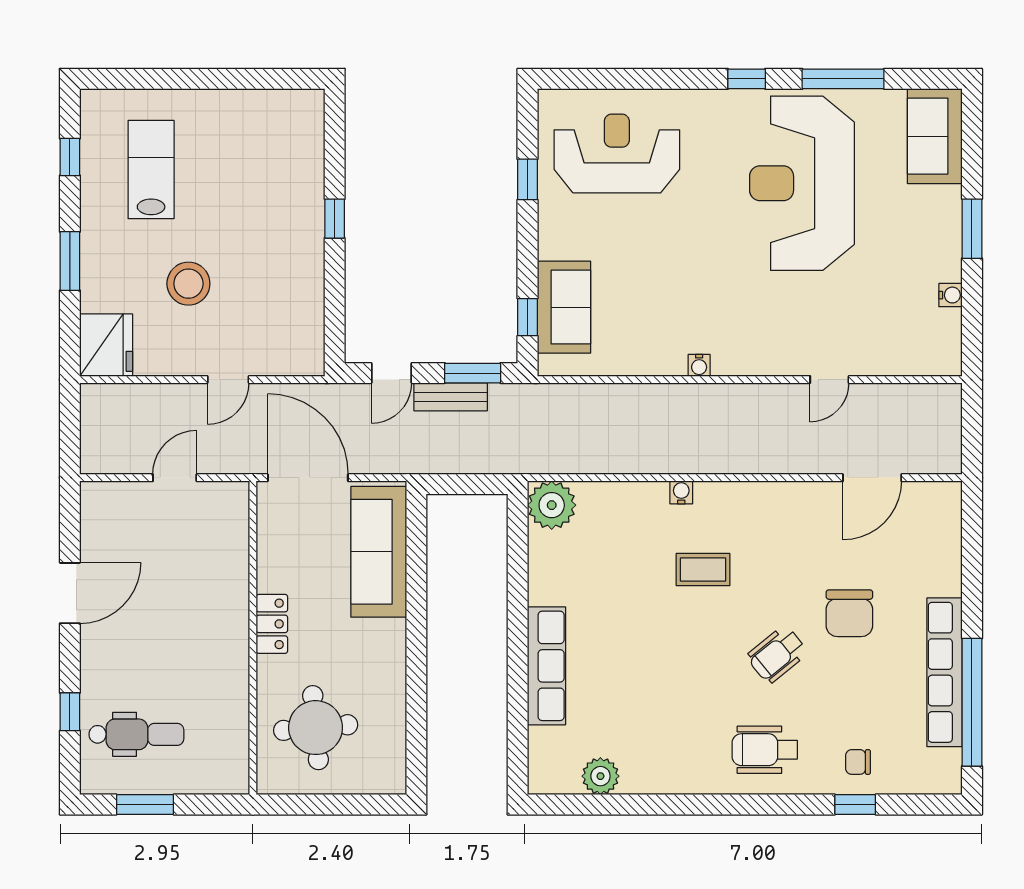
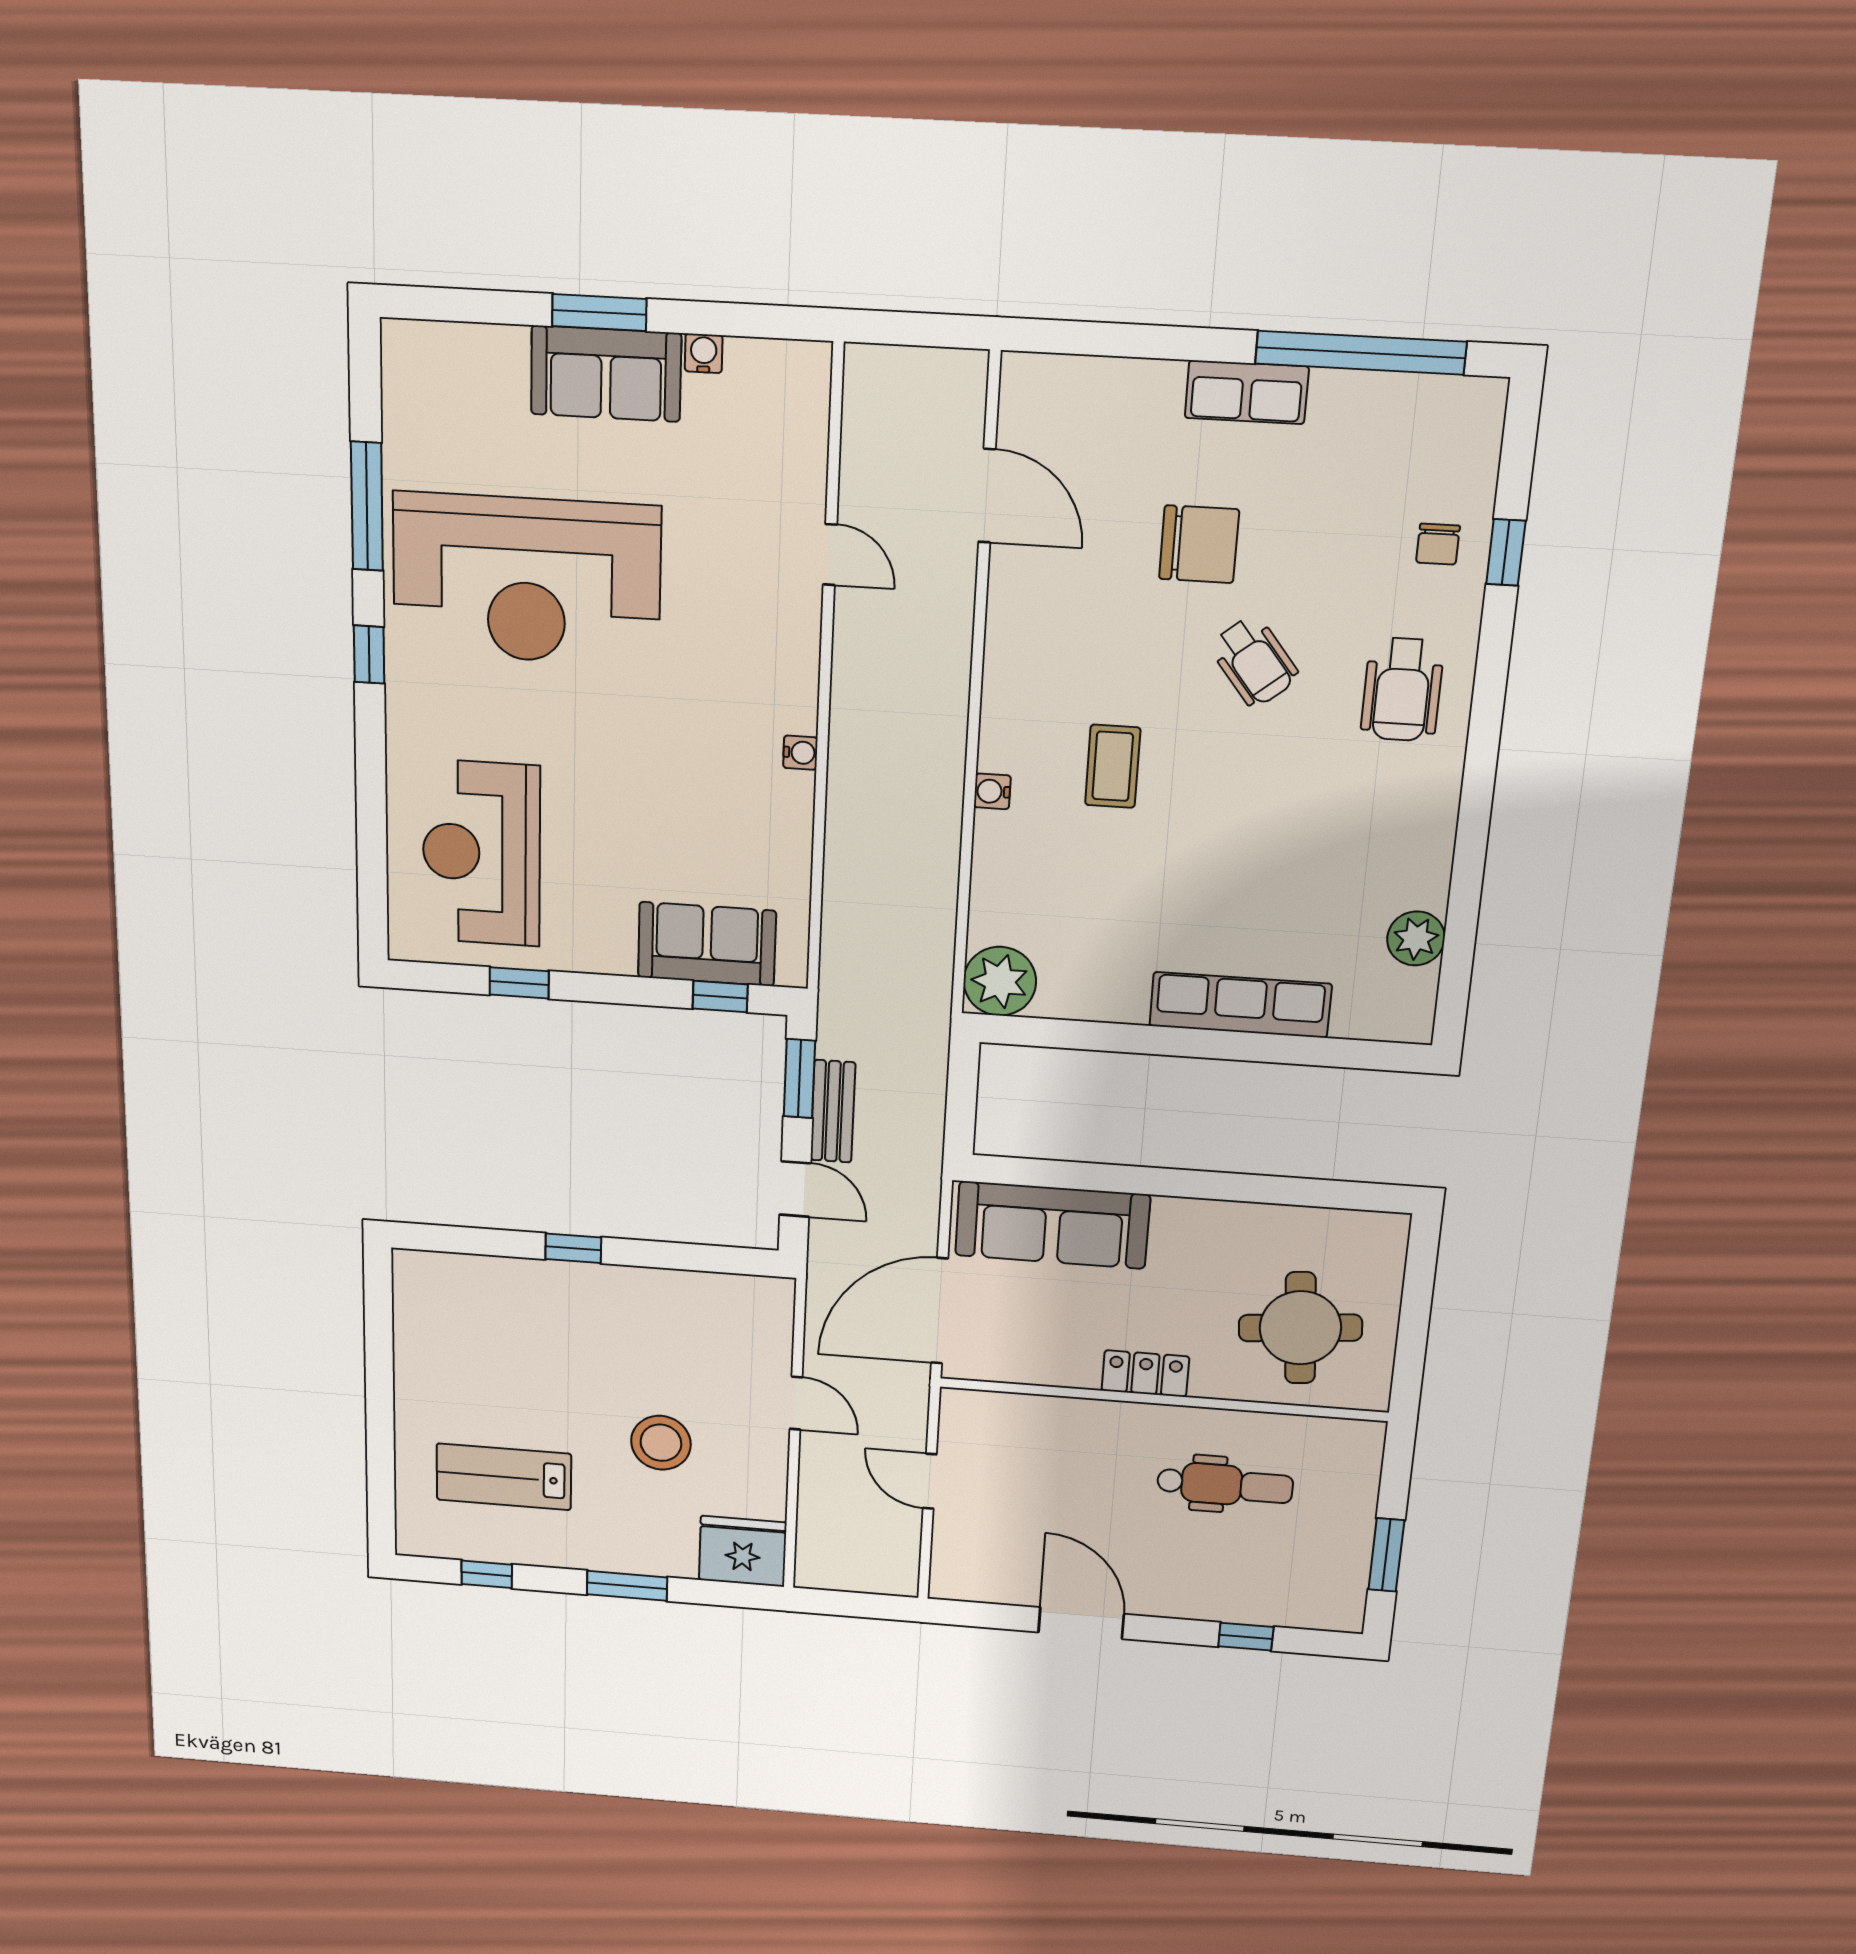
sofa: (935, 136) -> (606, 374), moved
row of seats: (945, 672) -> (1247, 392), width x0.50
dental chair: (136, 734) -> (1225, 1485), moved, turned 90

